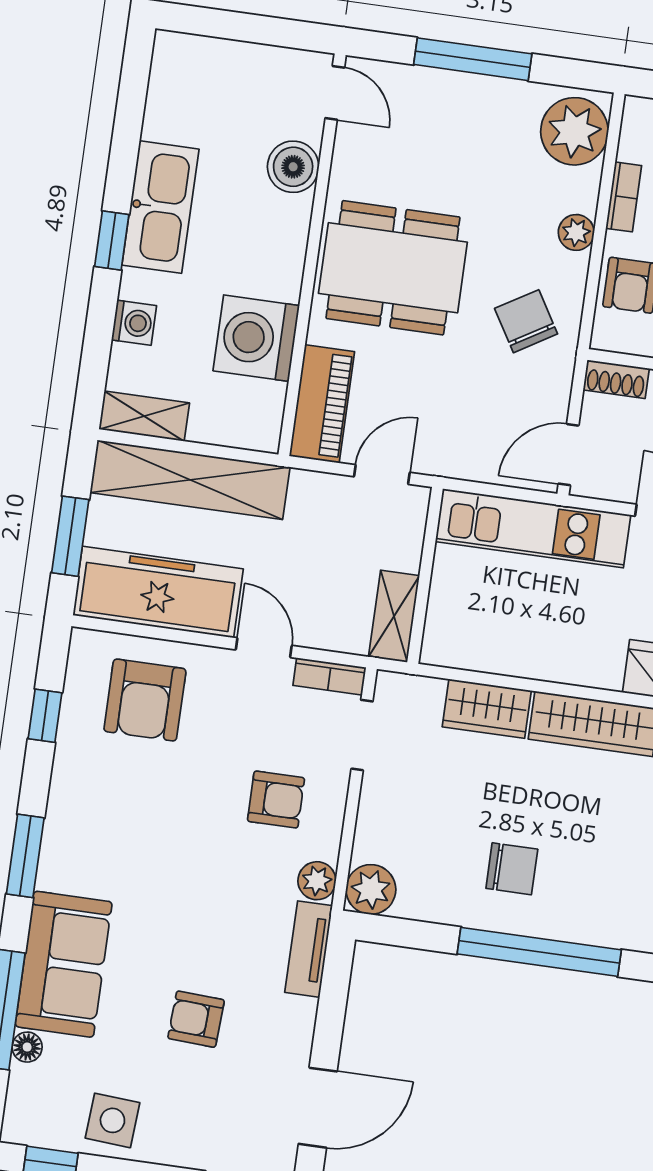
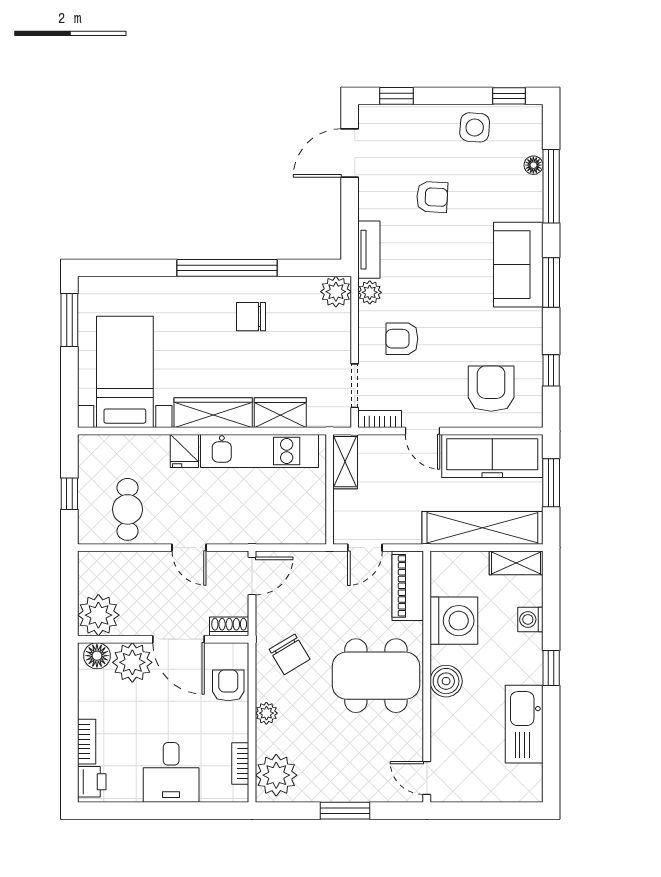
window: (473, 59) -> (345, 811), width x0.69
boiler: (293, 167) -> (446, 681), moved
bookcase: (624, 197) -> (240, 764), moved
kitchen sink: (160, 207) -> (524, 724), moved
kitchen unit: (533, 528) -> (260, 451), moved, turned 180
sofa: (64, 964) -> (518, 265), moved

